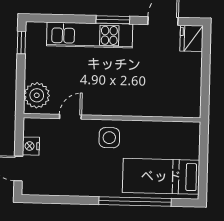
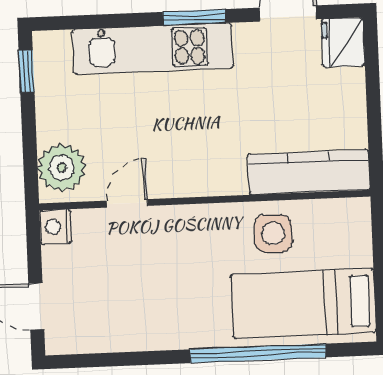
kitchen counter: (169, 106) -> (309, 172), added
side table: (109, 138) -> (273, 233), moved
nightstand: (31, 146) -> (56, 227), moved

